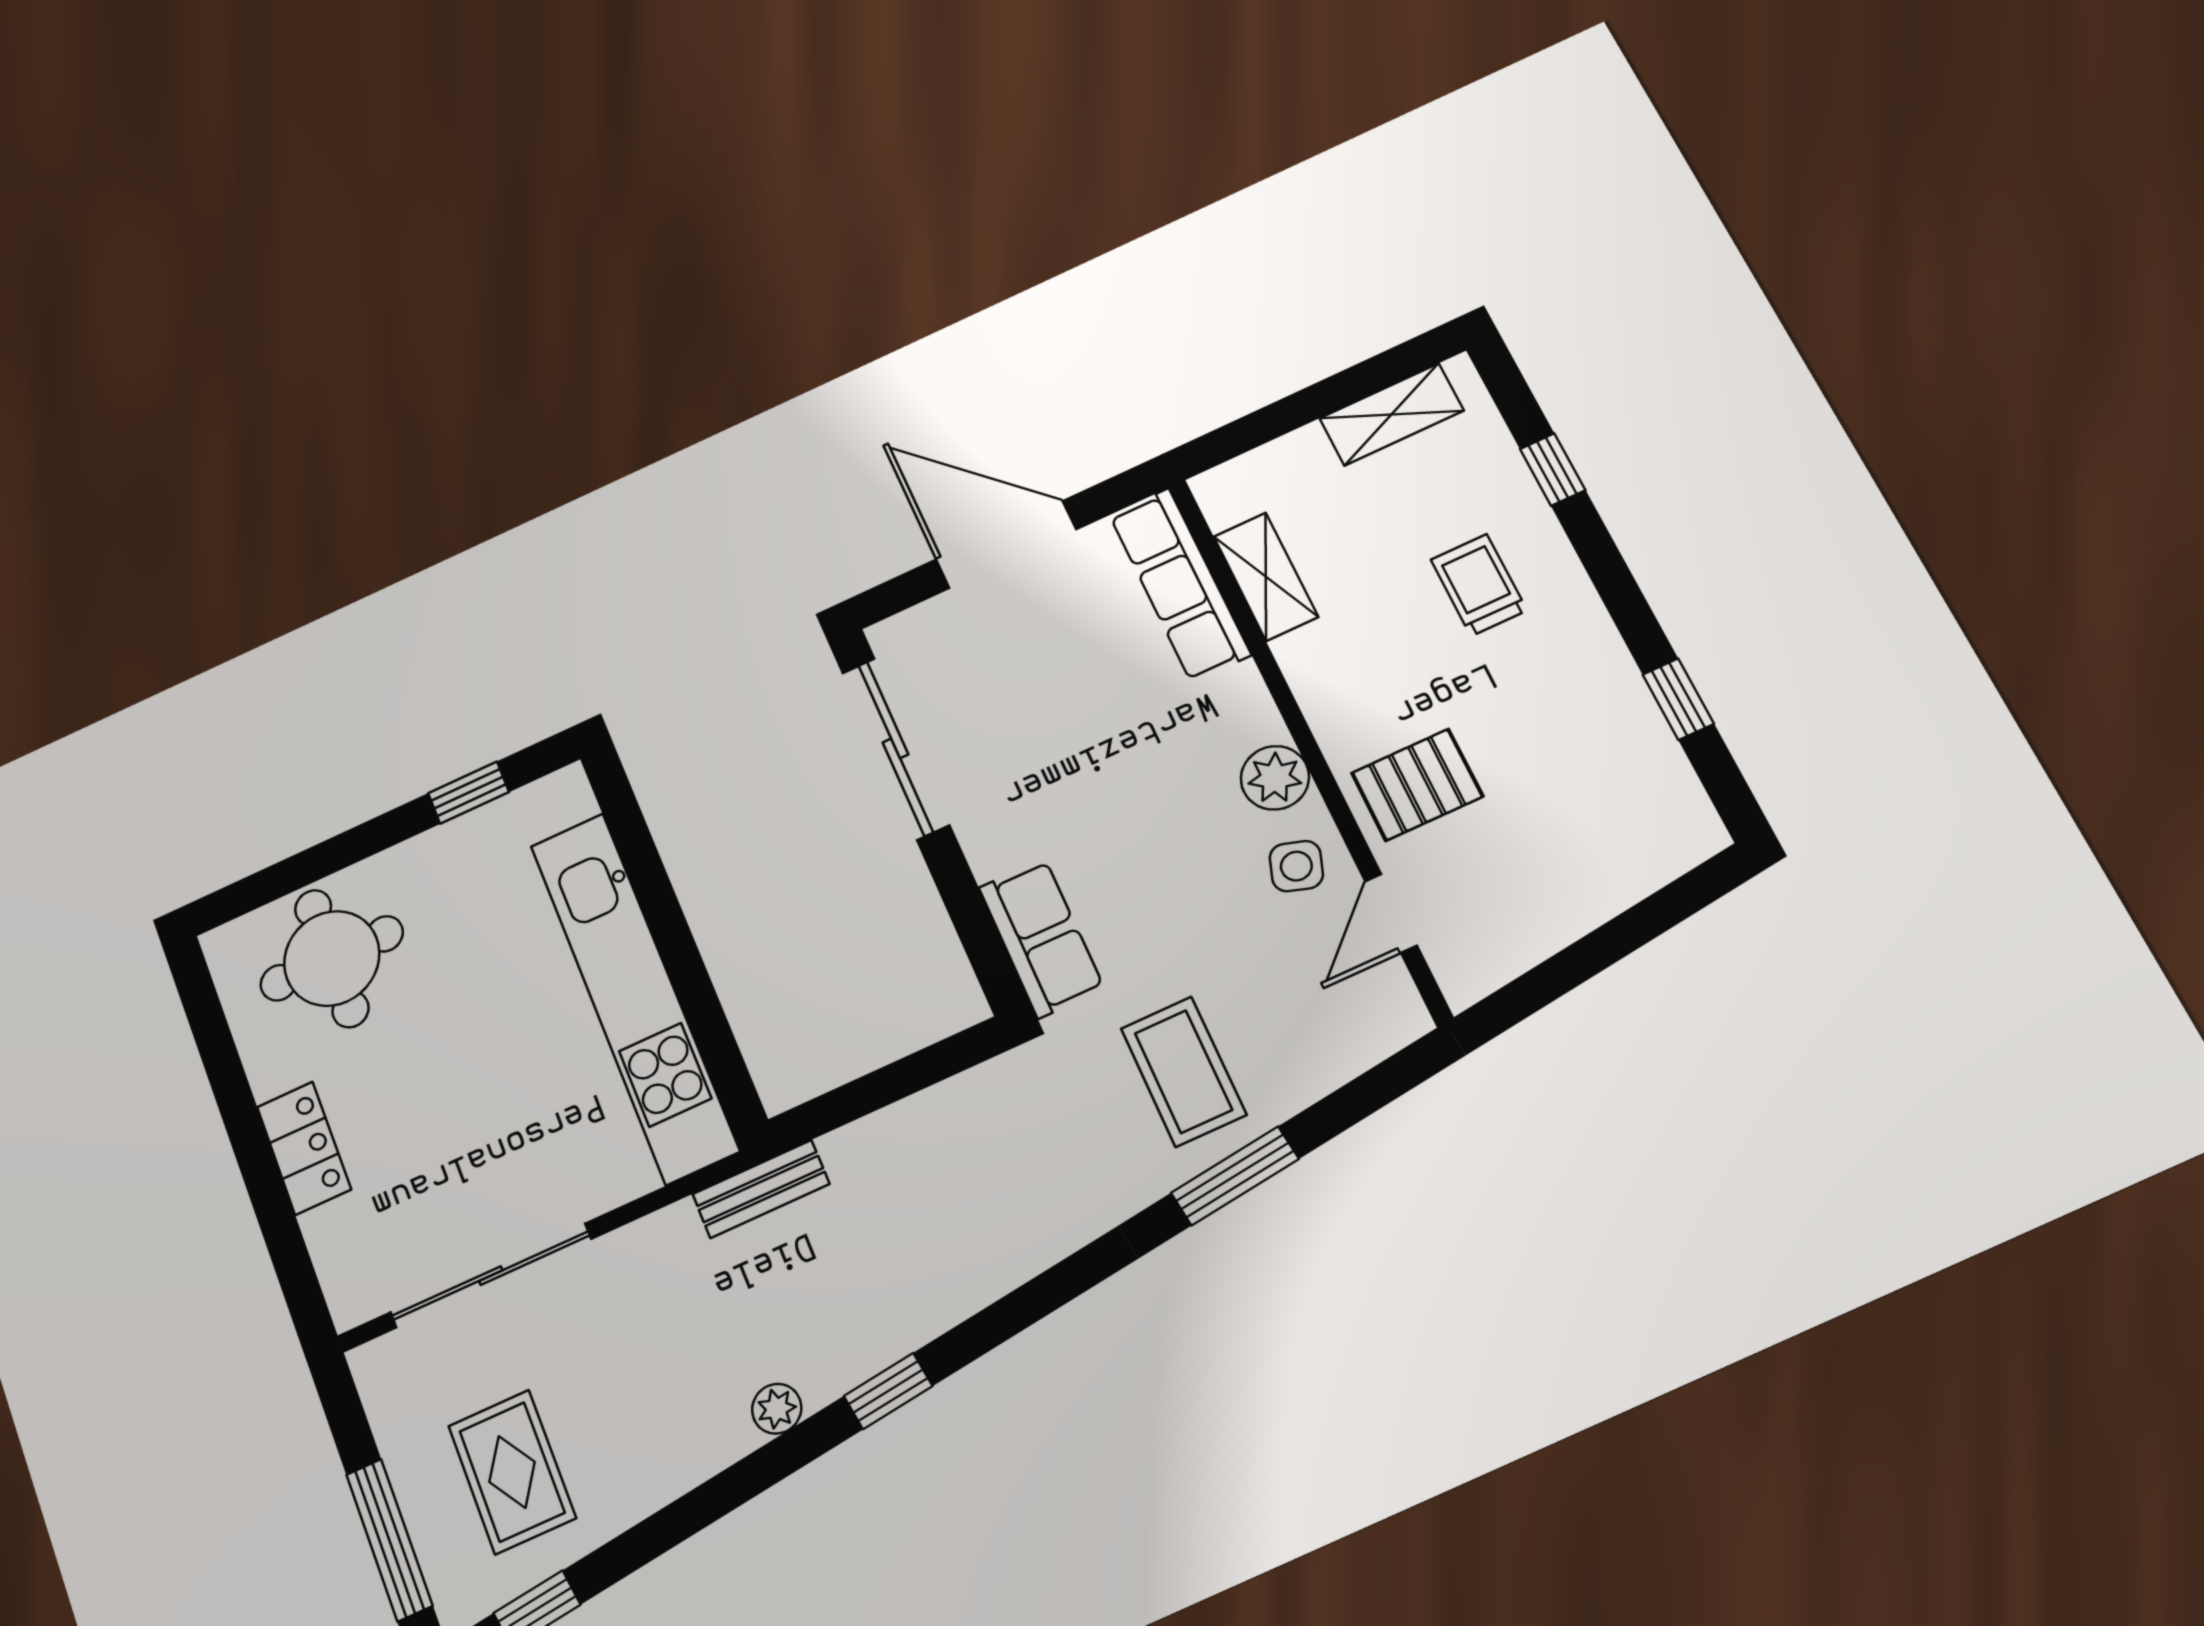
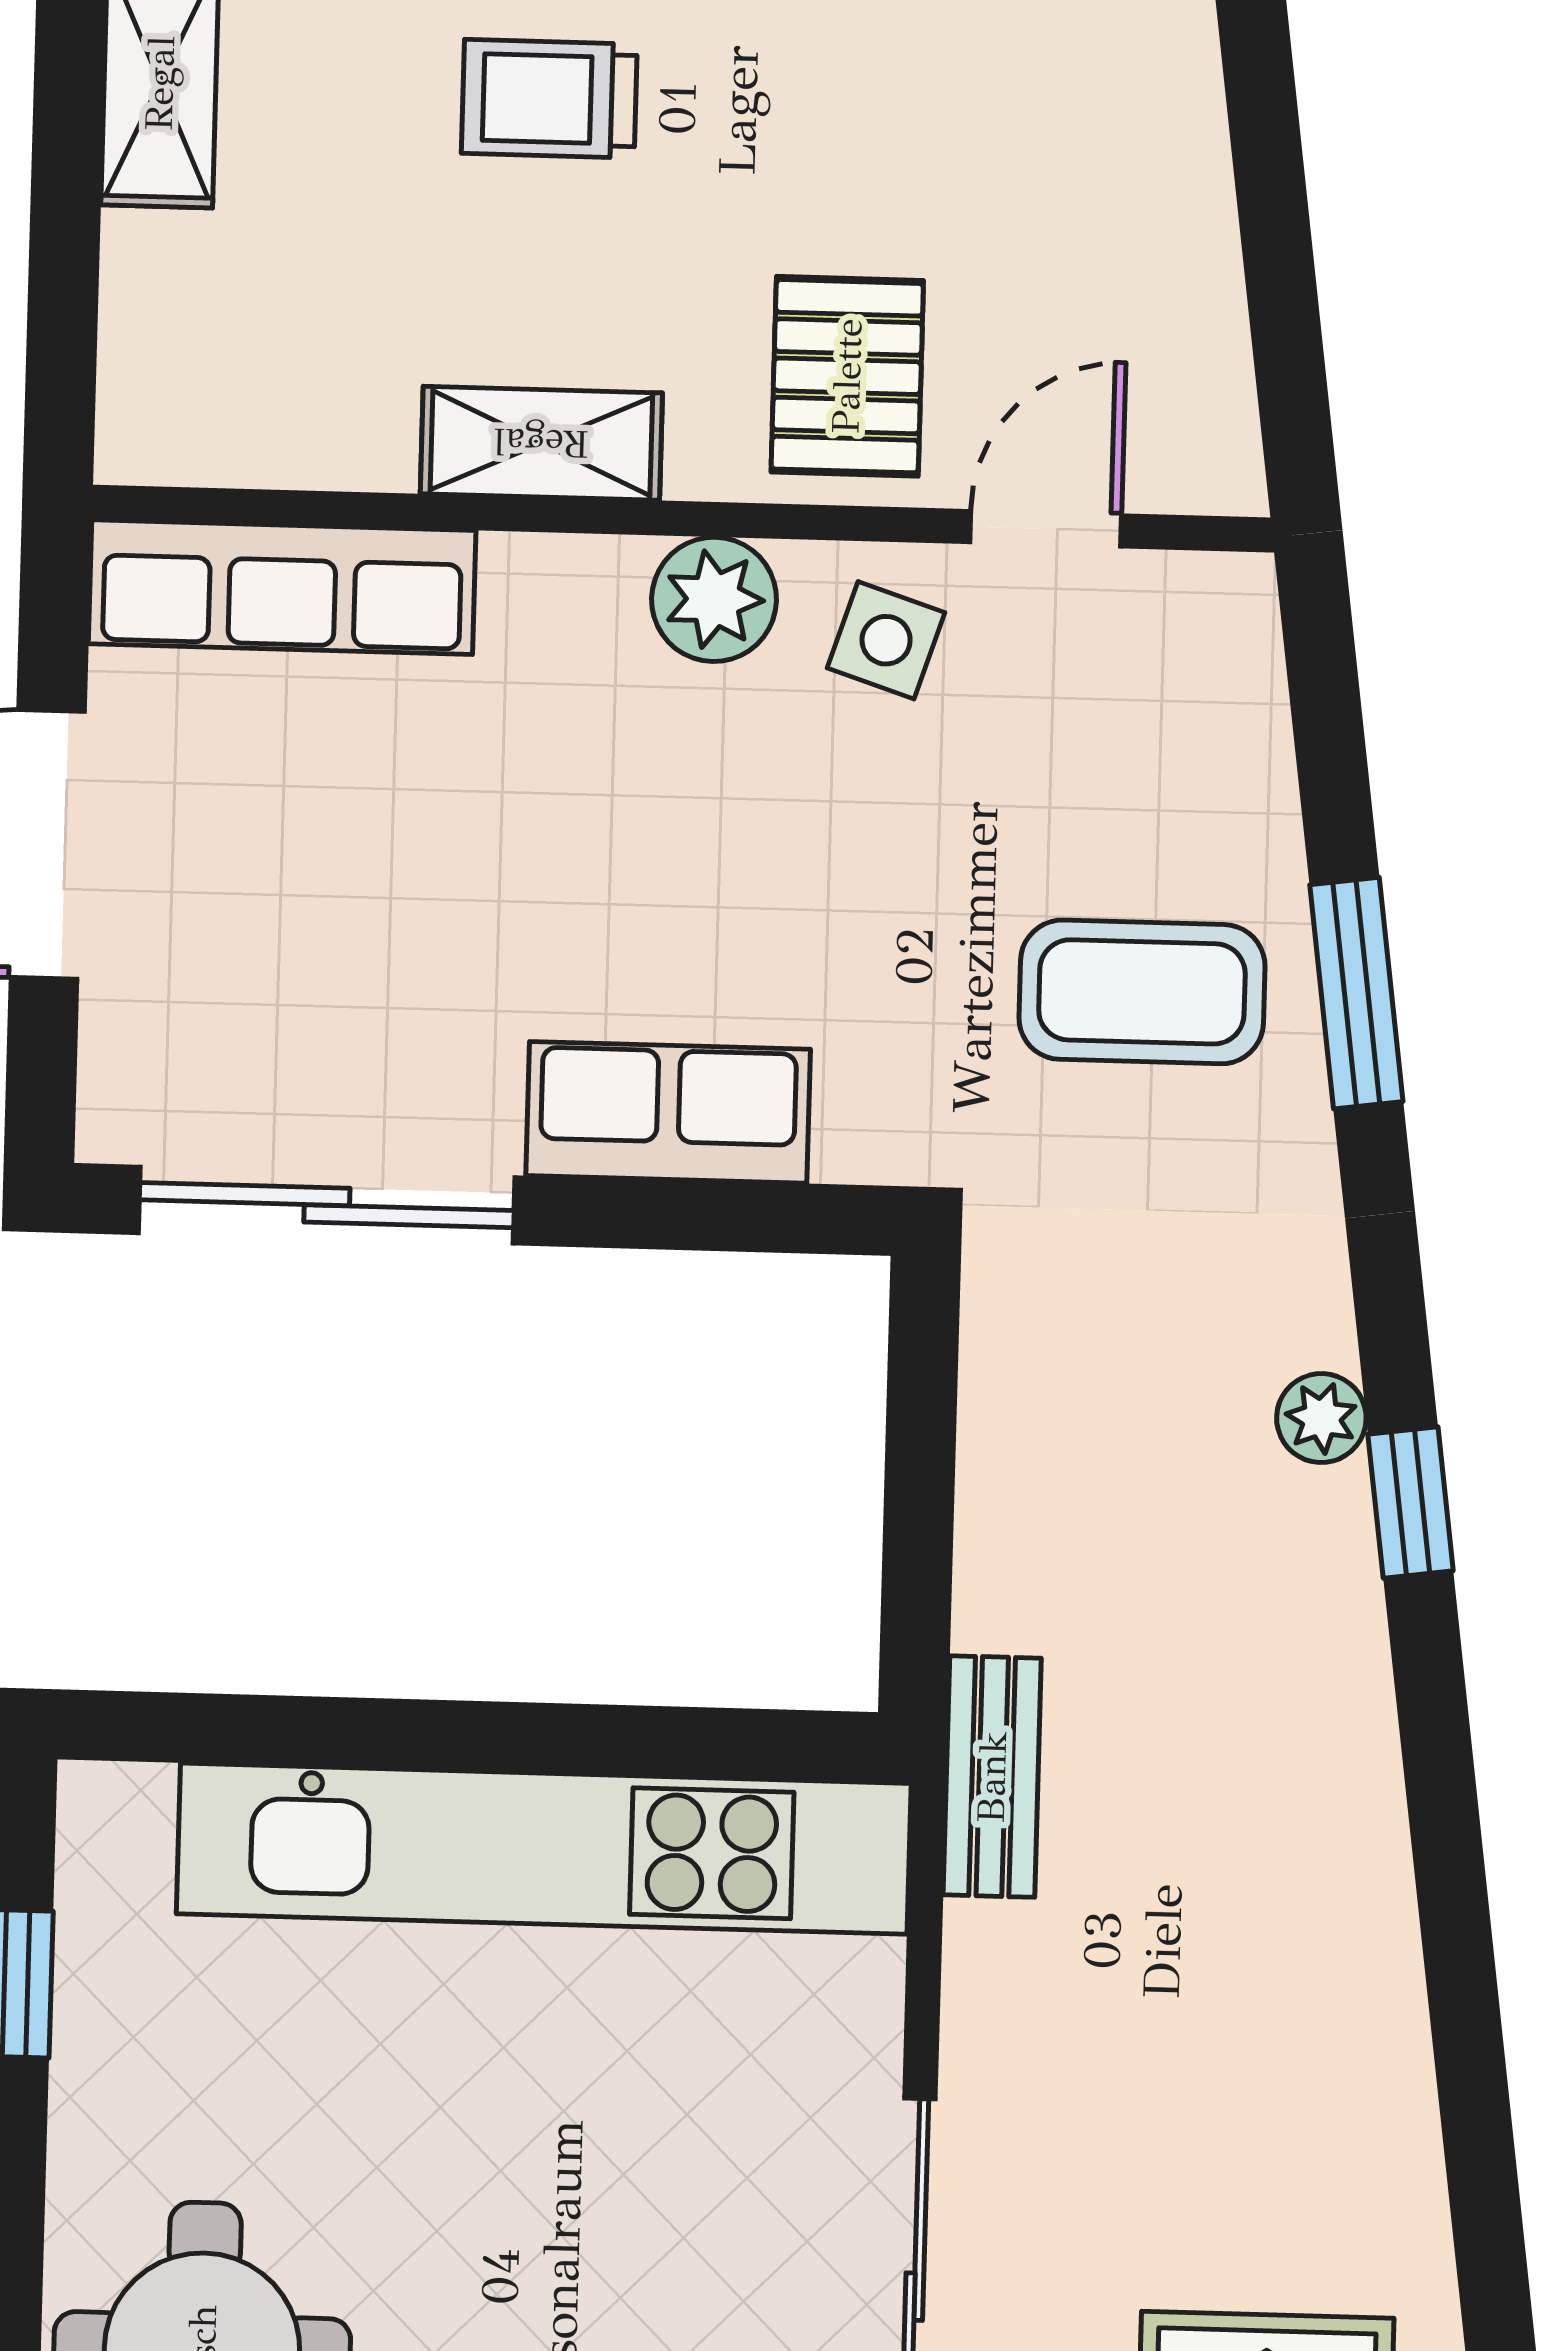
shelving: (1266, 577) -> (541, 443), moved
door: (1391, 913) -> (1046, 529), swing flipped
row of seats: (1041, 938) -> (668, 1112), moved
window: (888, 1391) -> (1411, 1503), moved
plant: (777, 1409) -> (1321, 1418), moved

